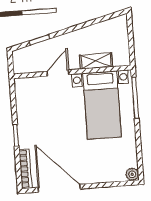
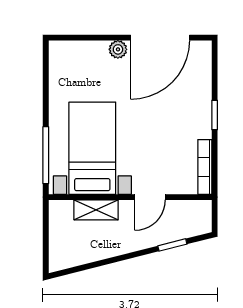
bookcase: (25, 169) -> (205, 167), moved
plant: (132, 174) -> (118, 49), moved
door: (59, 188) -> (160, 38), hinge flipped

